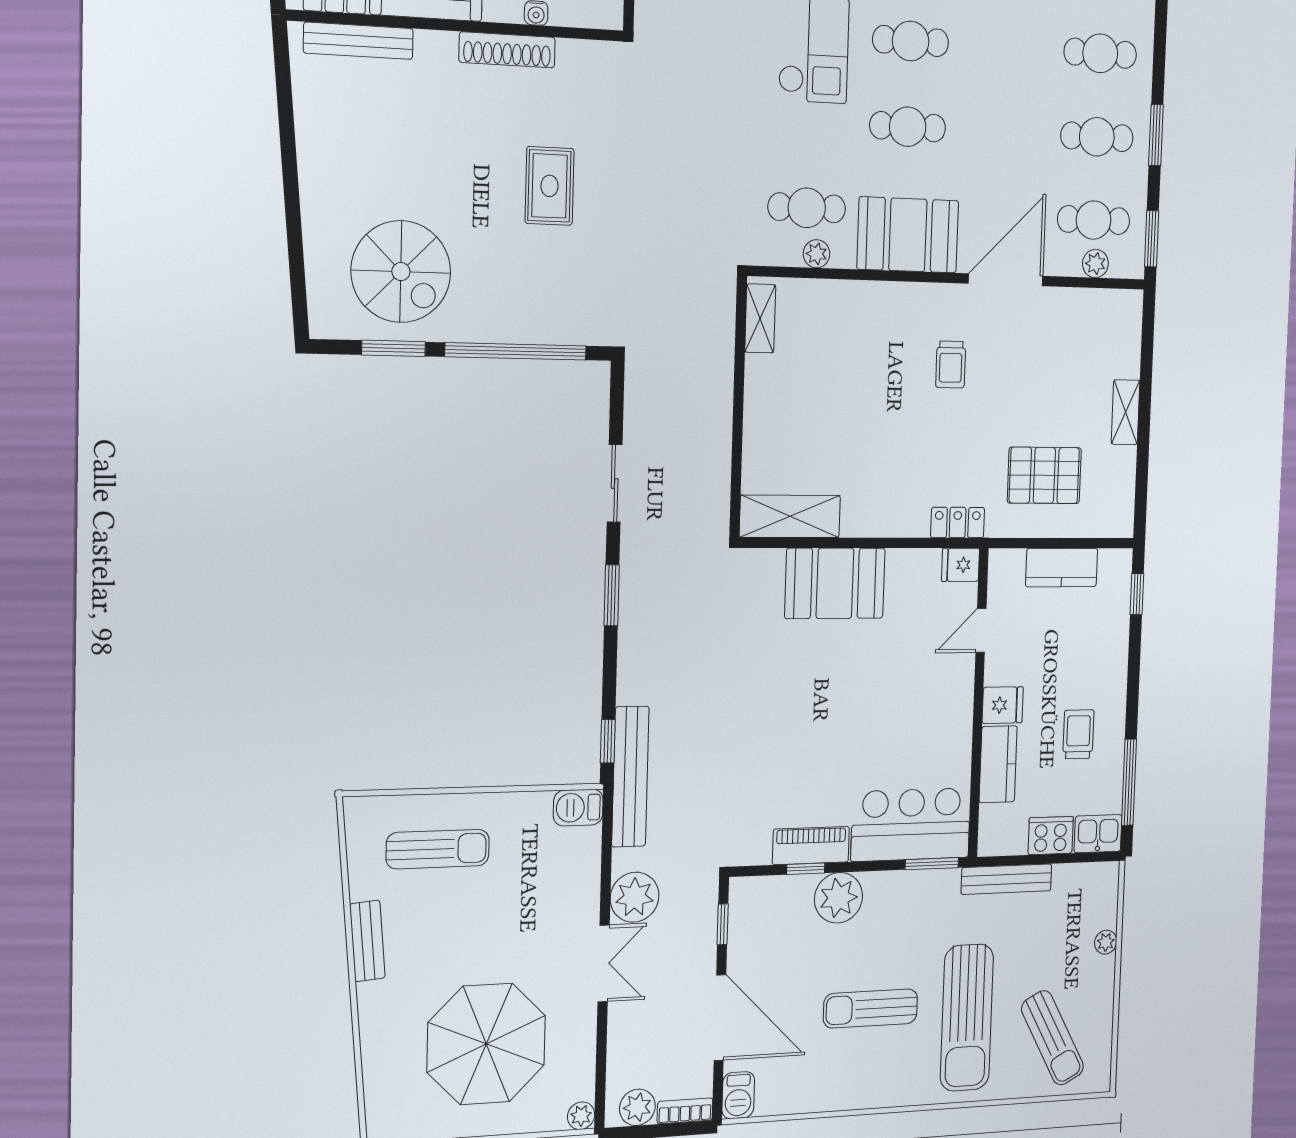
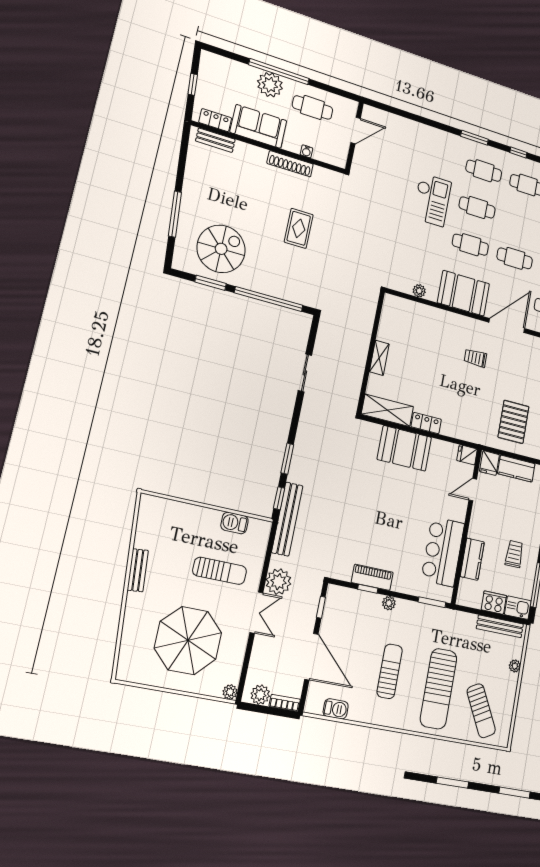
bench: (358, 41) -> (215, 140), width x0.73
cafe table: (807, 208) -> (515, 258), moved
window: (294, 223) -> (175, 214), added
spiral stairs: (401, 272) -> (221, 249), turned -90
shelving: (760, 318) -> (379, 358), moved
trolley: (951, 364) -> (475, 358), turned 90
pallet: (1044, 475) -> (513, 422), turned 90
locker: (958, 523) -> (426, 423), moved
window: (612, 595) -> (287, 459), moved
fridge: (1003, 705) -> (489, 463), moved, turned 90
barbecue: (578, 808) -> (235, 523), moved
bar counter: (911, 825) -> (443, 552), moved, turned -90
sun lounger: (438, 849) -> (220, 571), moved
bench: (1006, 879) -> (500, 626), moved
plant: (838, 898) -> (389, 603), width x0.53, depth x0.53
sun lounger: (871, 1008) -> (390, 671), turned 90
barbecue: (738, 1095) -> (336, 709), moved, turned -90

